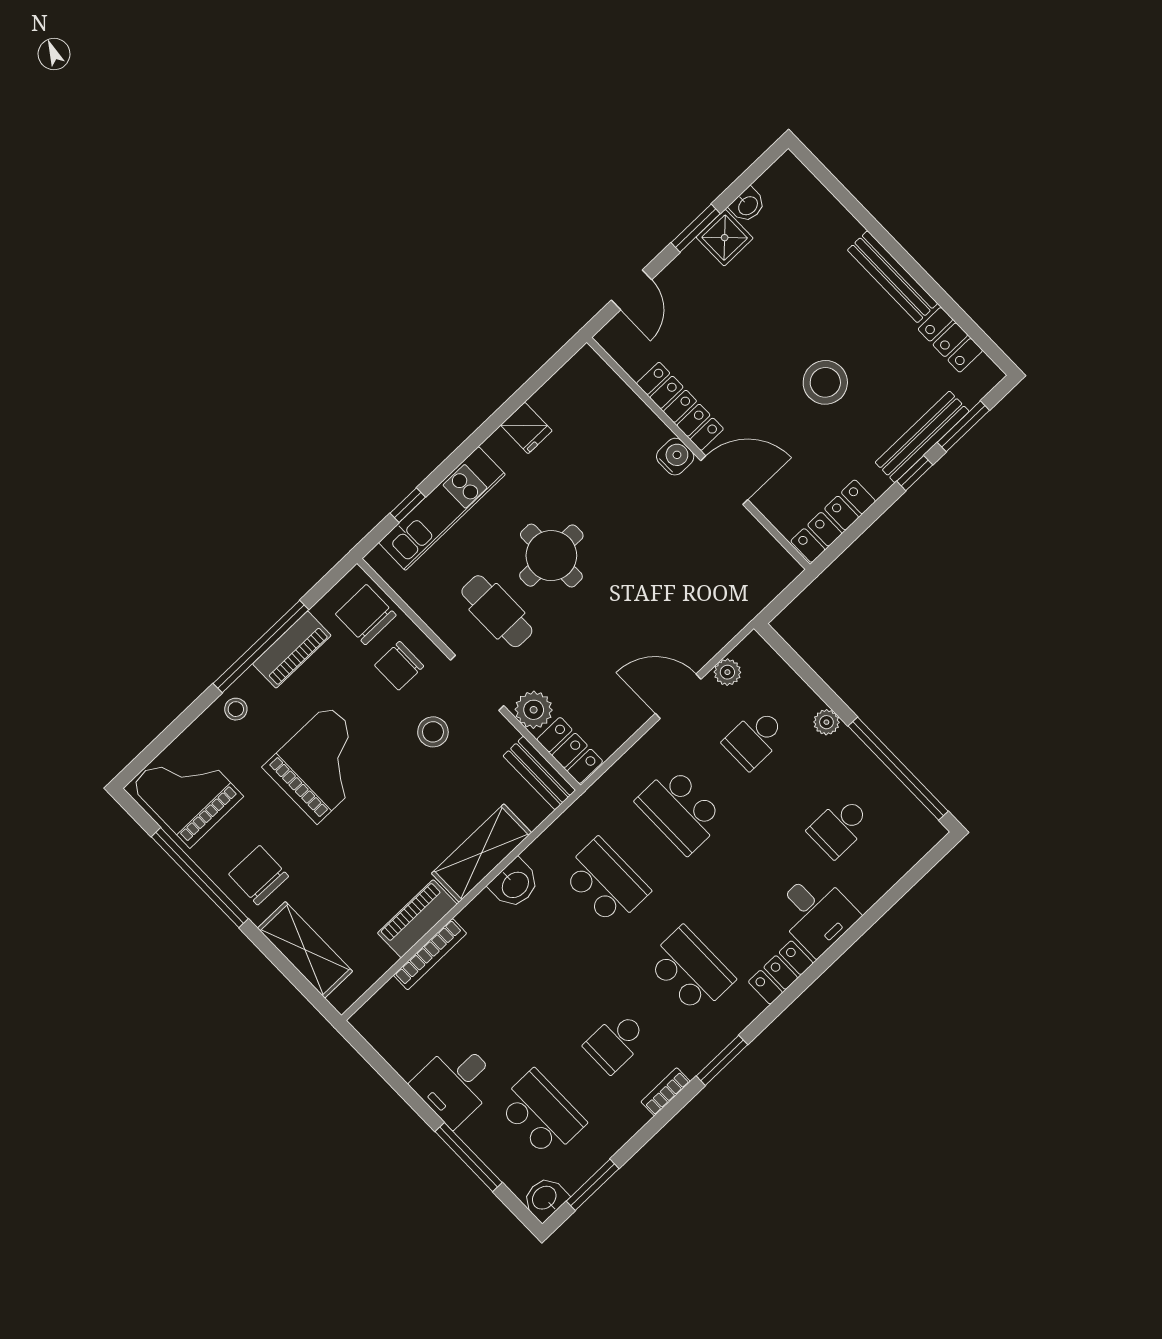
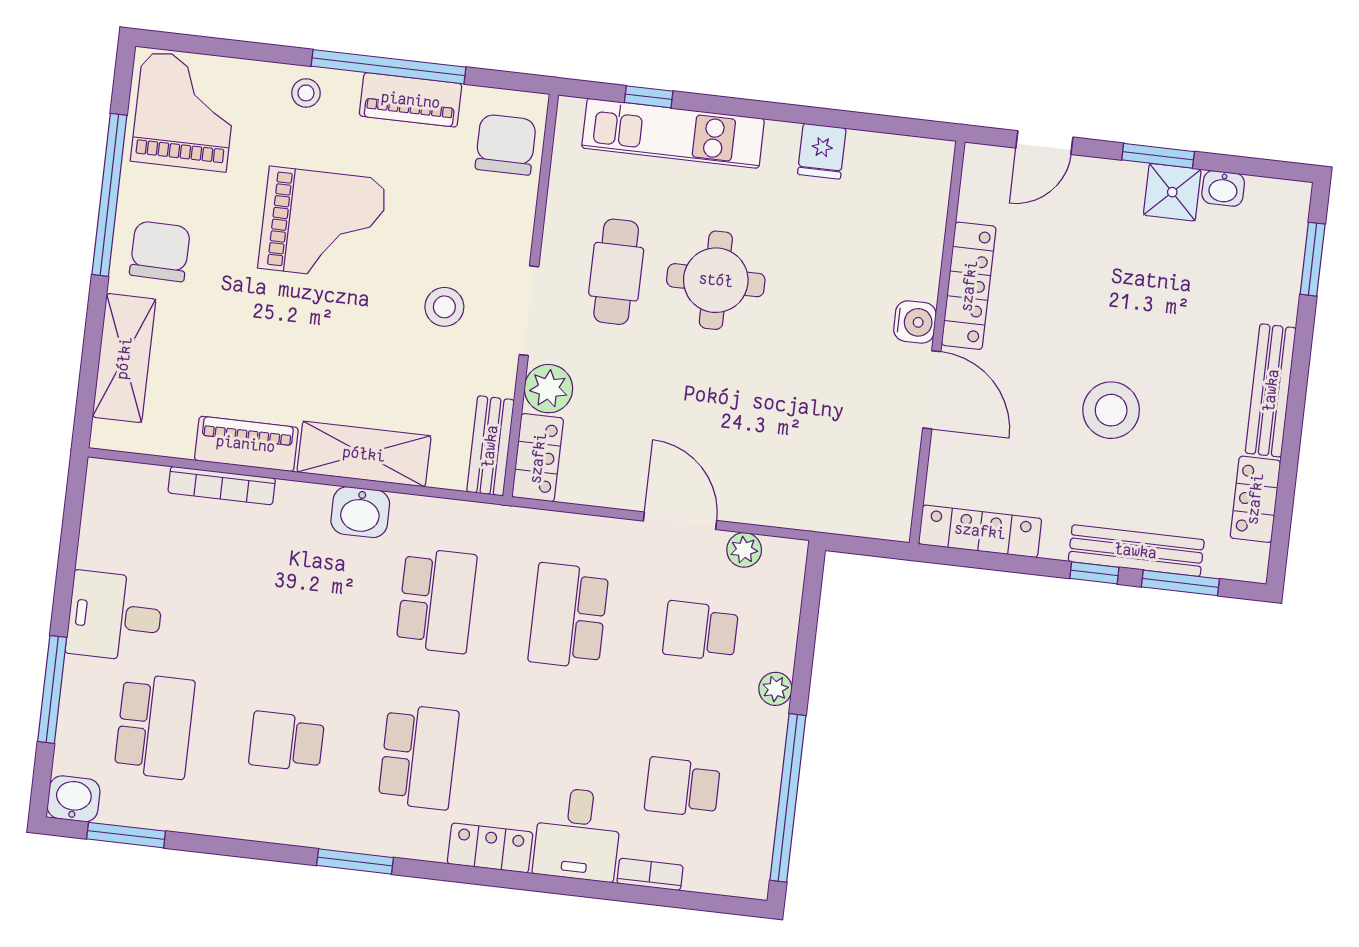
window: (834, 186) -> (1313, 259), added
chair: (399, 666) -> (482, 219), removed
bookcase: (666, 1092) -> (650, 874), moved

